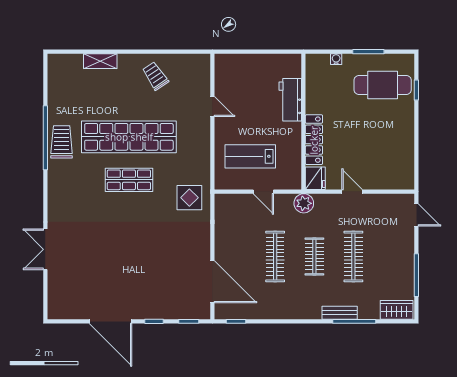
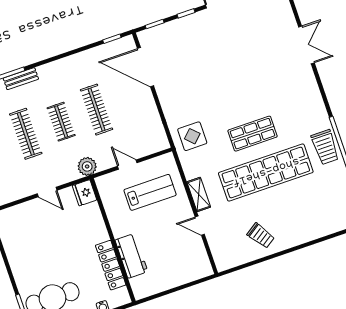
shelving: (100, 61) -> (199, 194), moved, turned 90
locker: (314, 140) -> (111, 265), moved

